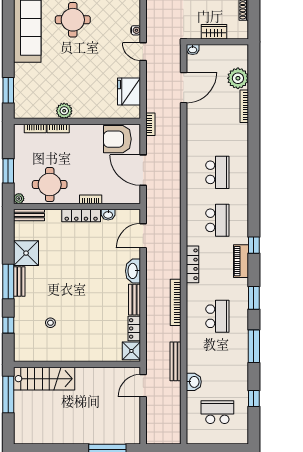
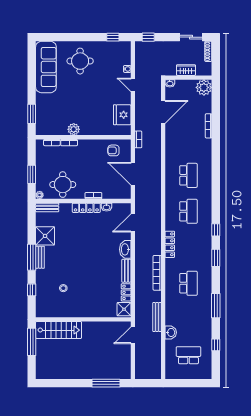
plant: (238, 78) -> (204, 87), moved
armchair: (117, 139) -> (113, 150), width x0.53, depth x0.53
piano: (241, 261) -> (206, 242), removed
window: (254, 298) -> (216, 258), moved

